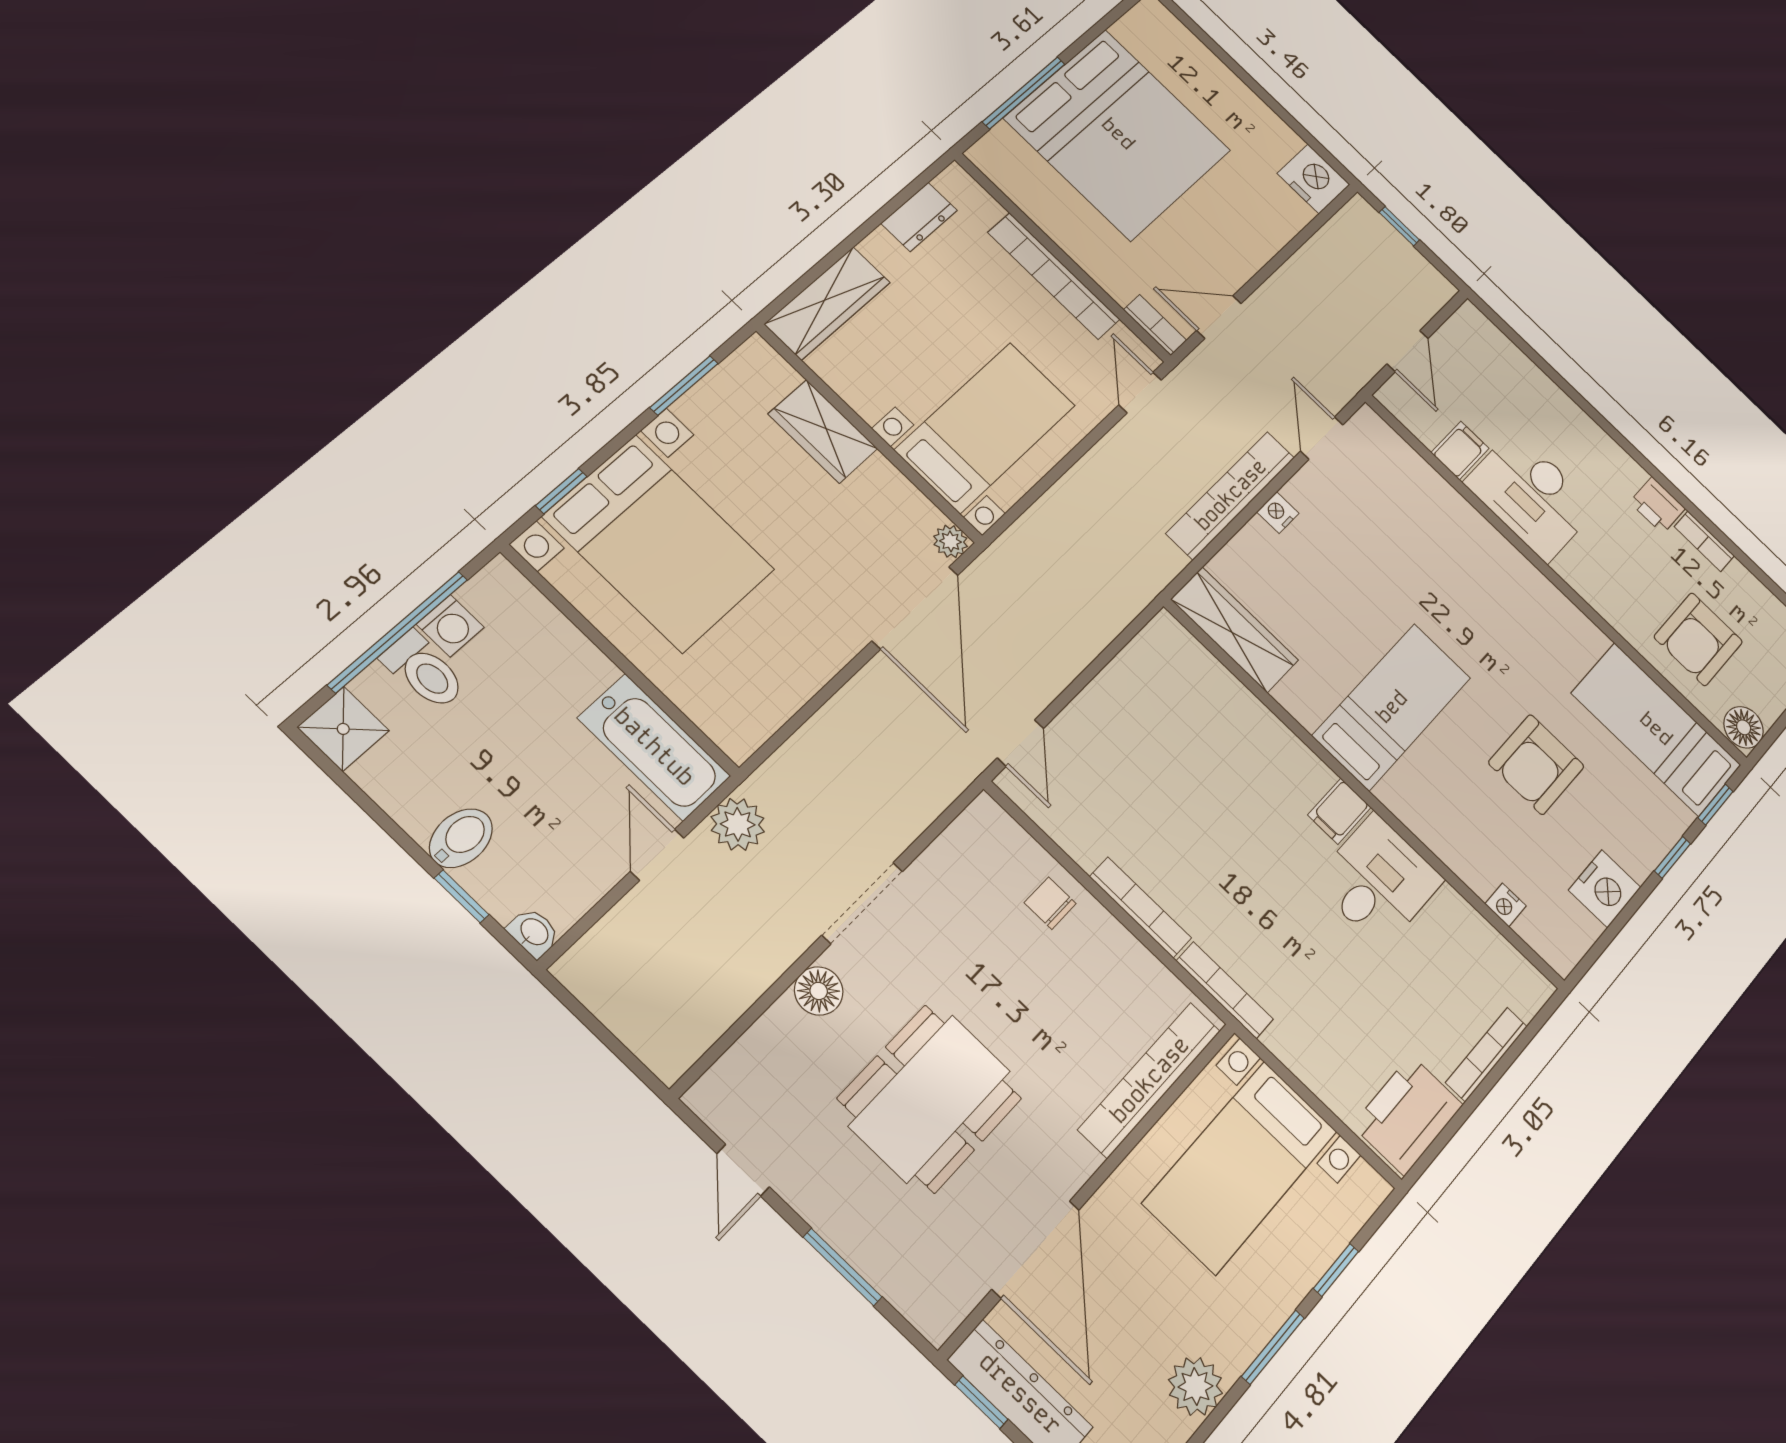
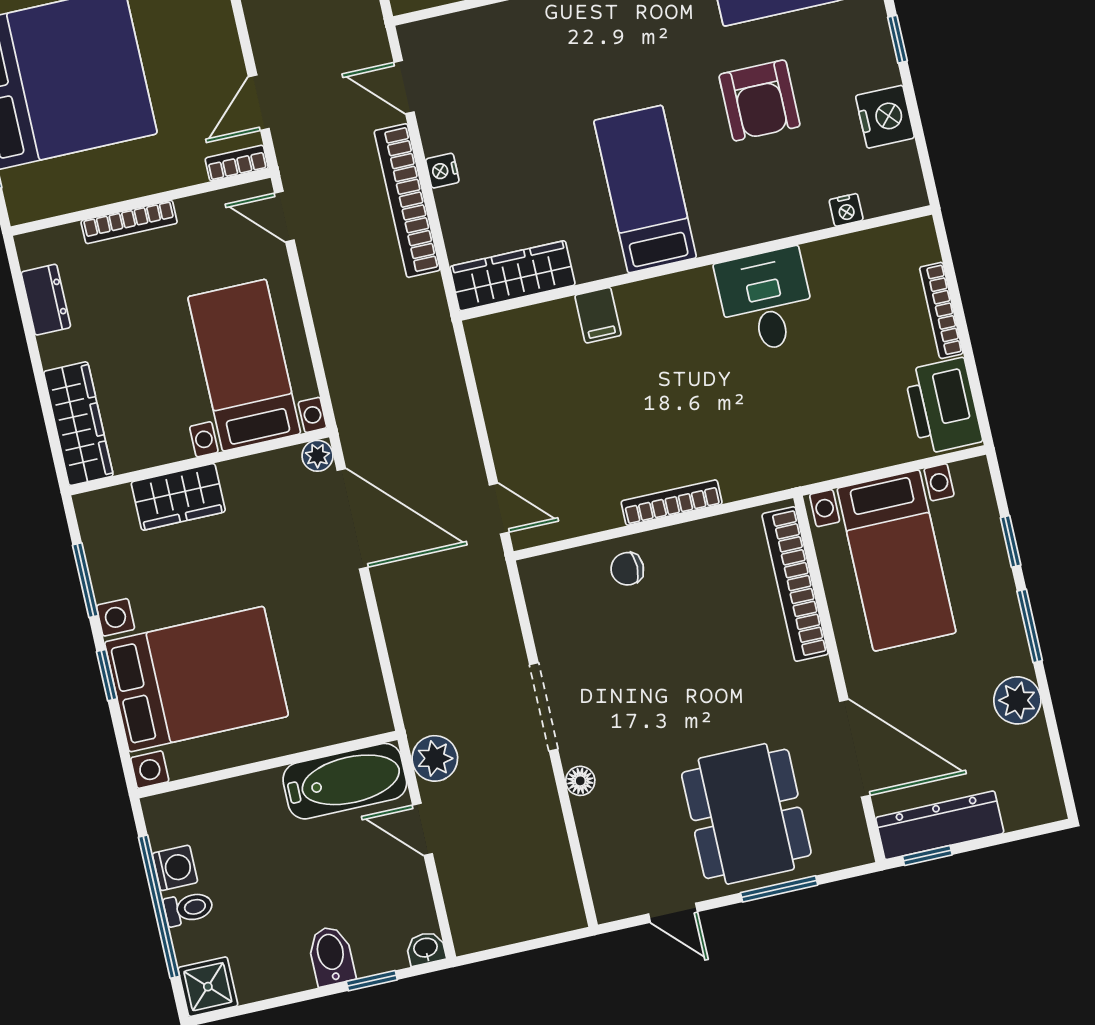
bookcase: (1054, 276) -> (129, 222), width x0.68, depth x0.76
window: (561, 491) -> (107, 675), moved
toilet: (424, 671) -> (189, 908), width x0.73, depth x0.72
filing cabinet: (1339, 811) -> (598, 315), moved
bookcase: (1225, 990) -> (769, 481), removed
floor lamp: (819, 991) -> (580, 781), width x0.73, depth x0.73
dining table: (930, 1098) -> (746, 814), moved

